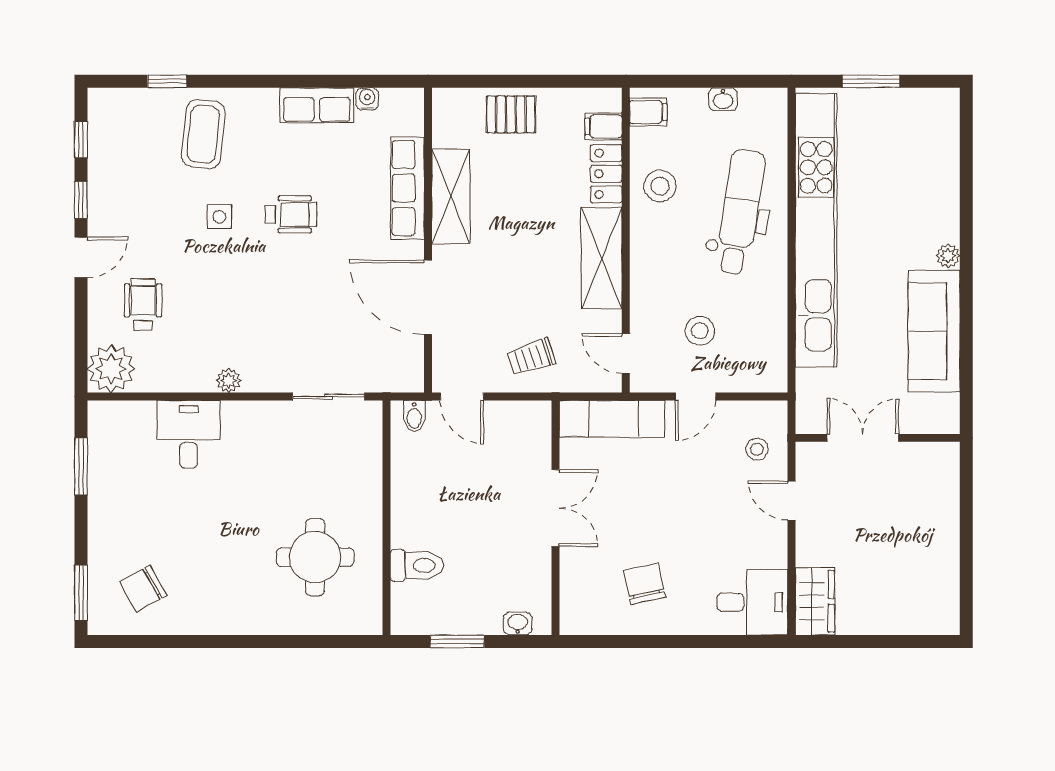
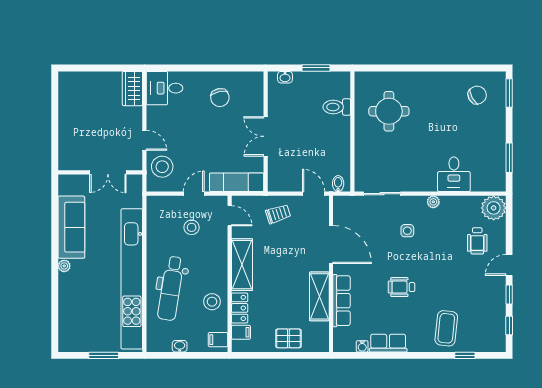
side table: (219, 217) -> (407, 231), moved
stool: (757, 449) -> (162, 167), width x1.89, depth x1.89

